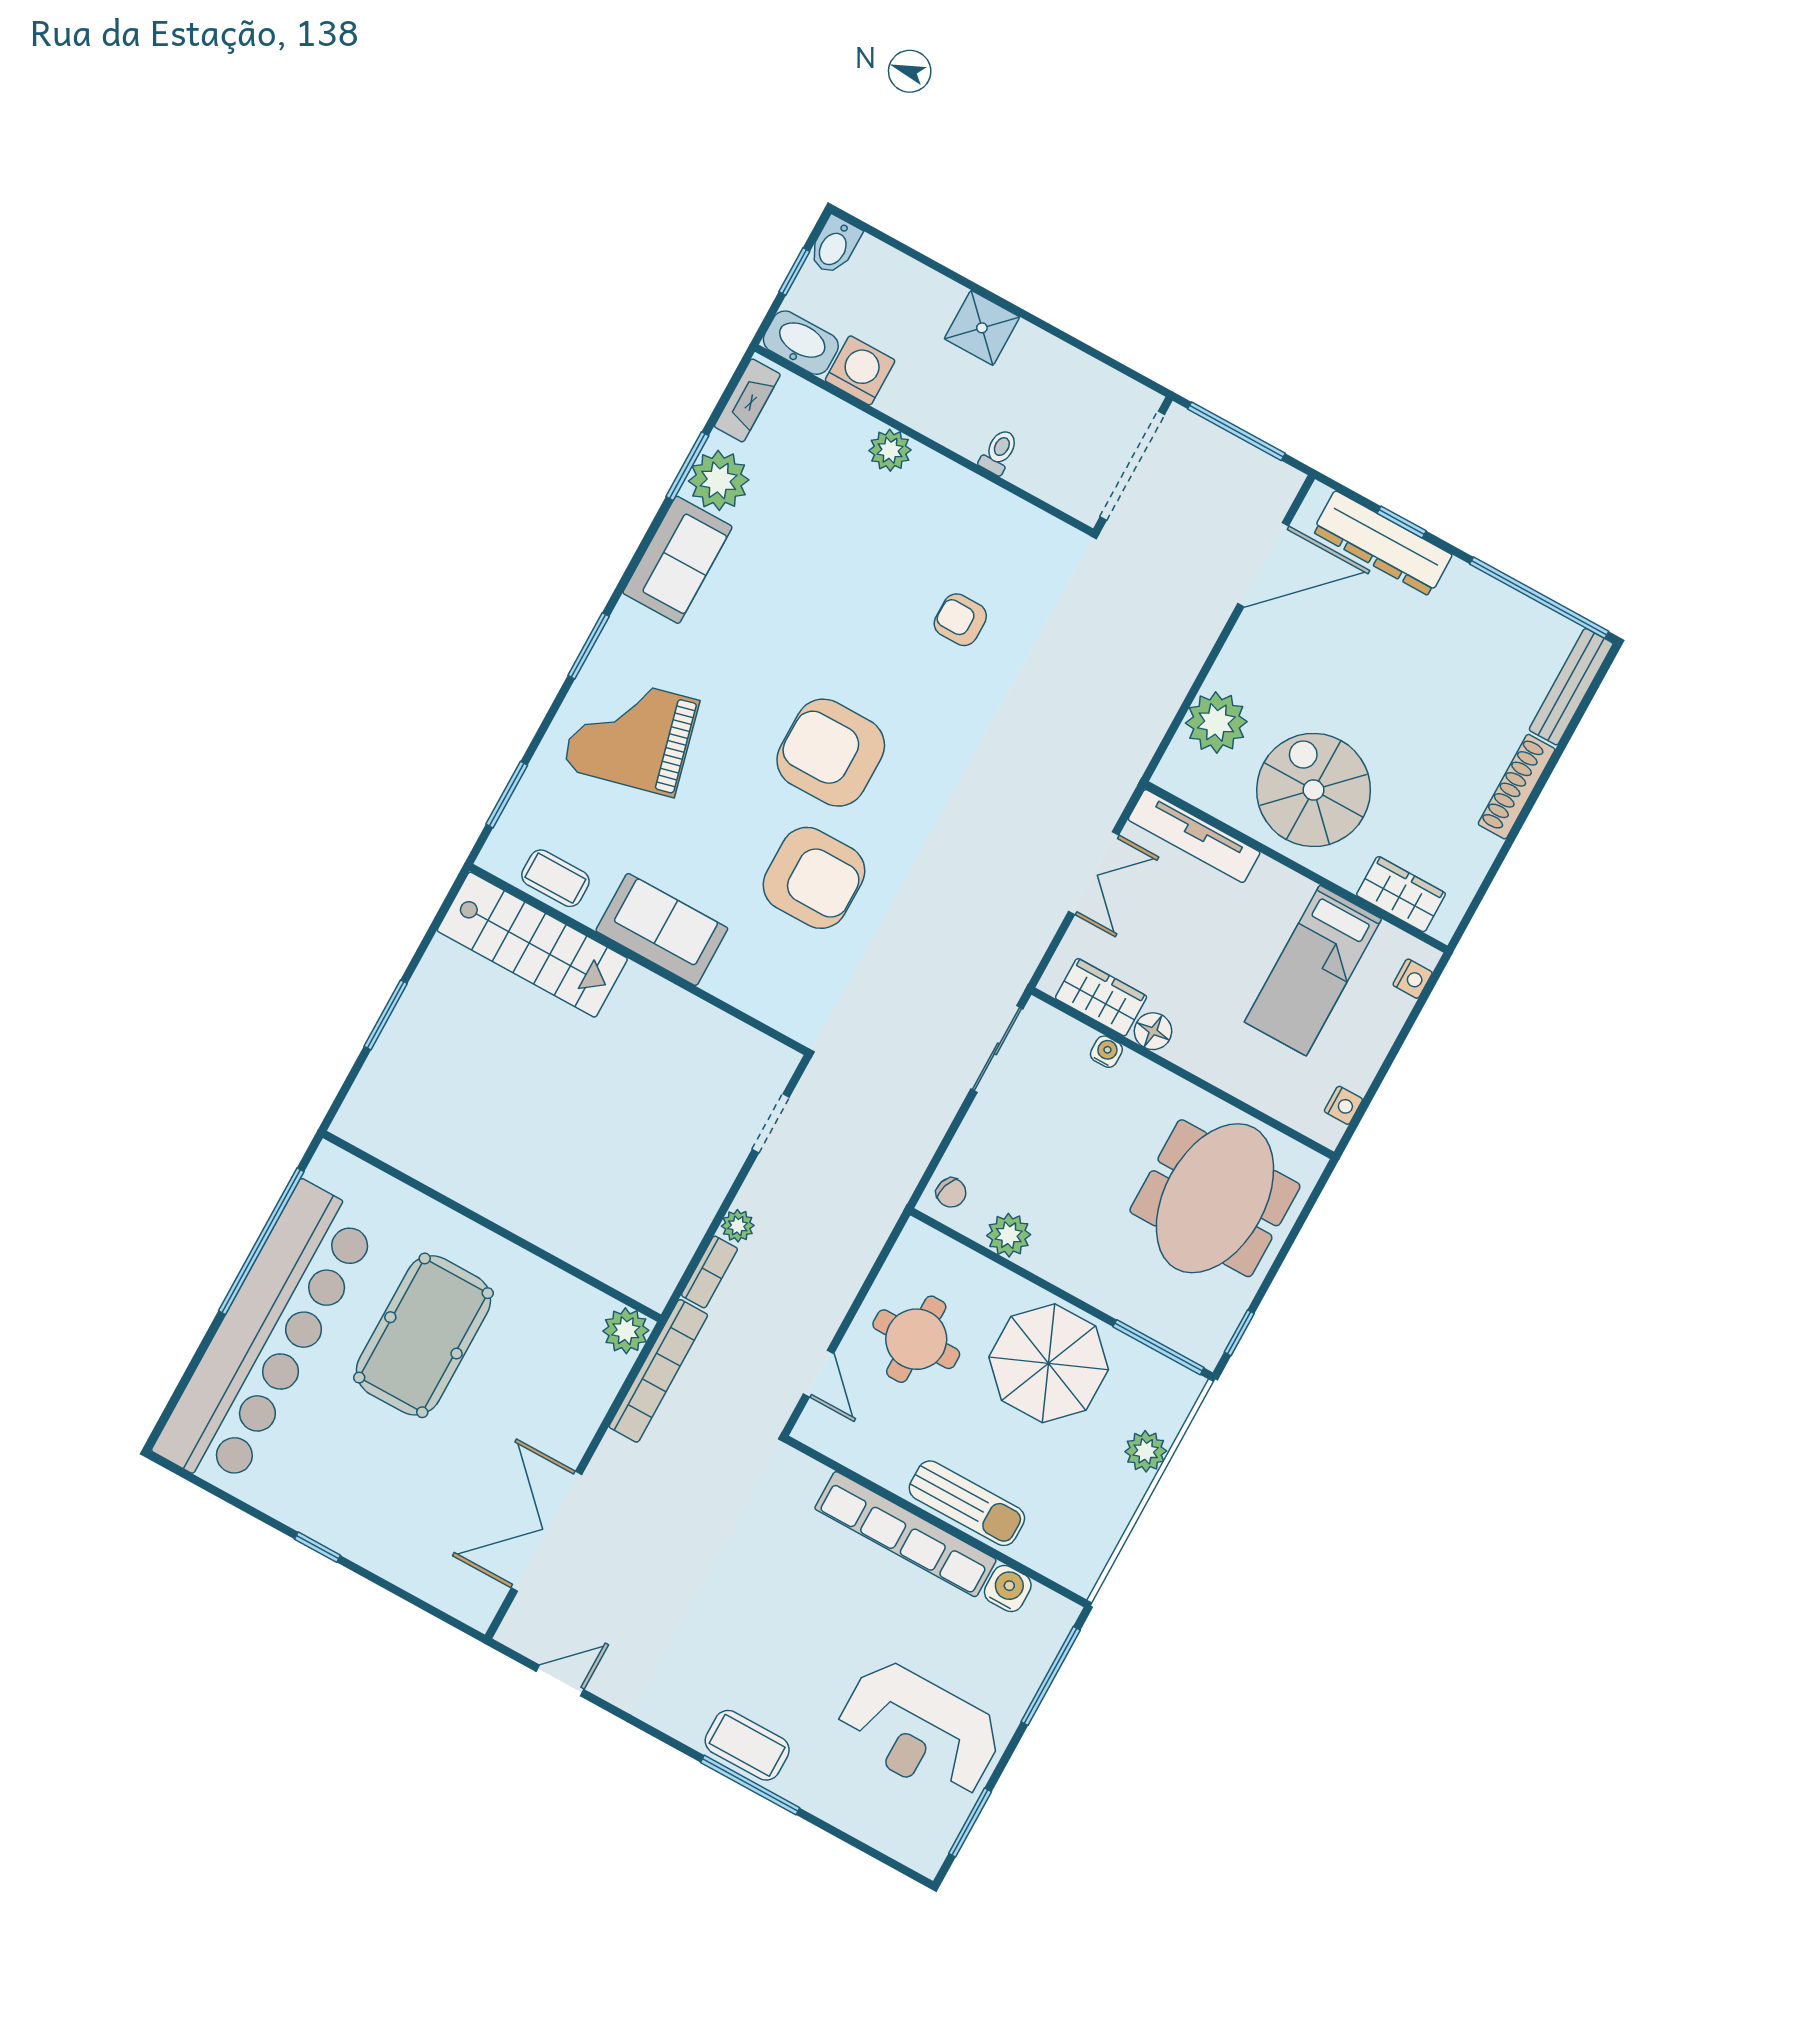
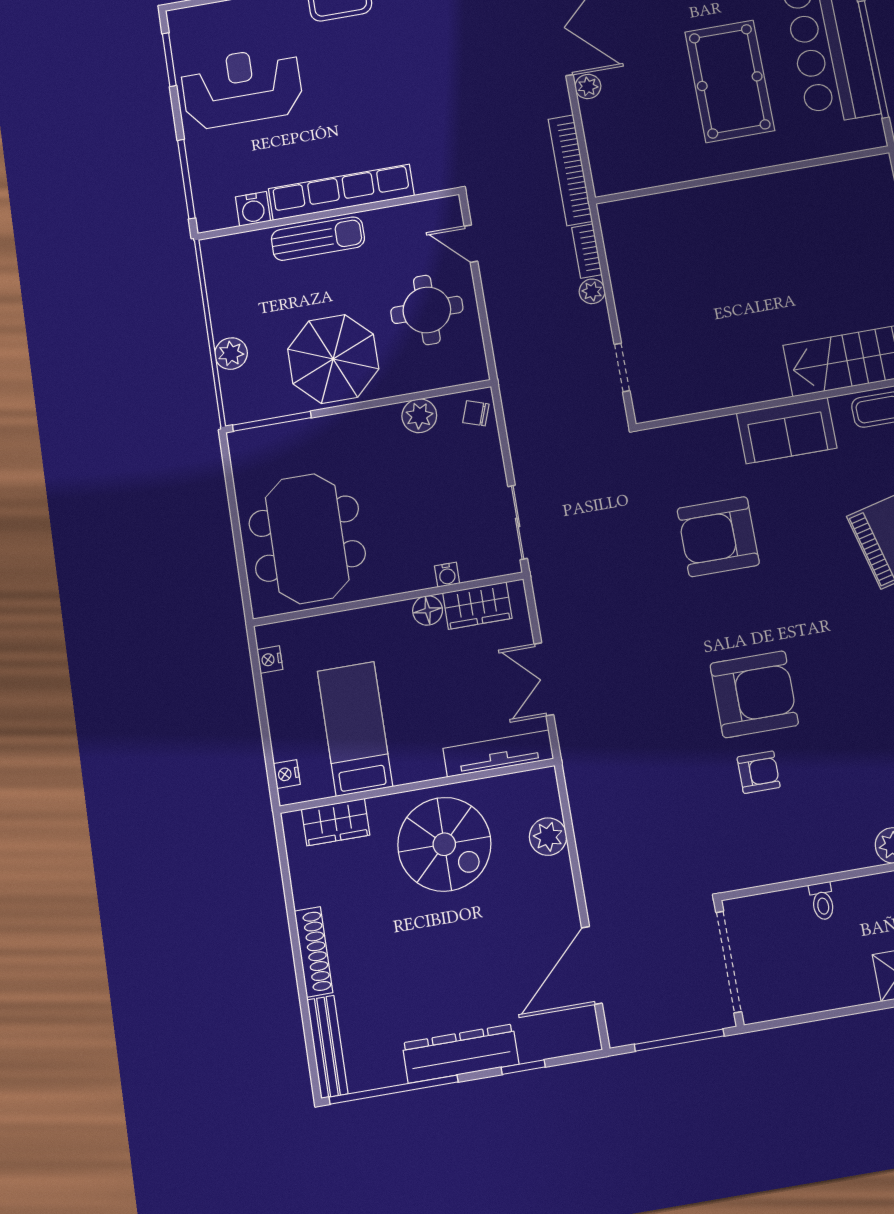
dresser: (1382, 543) -> (460, 1054), moved
plant: (1216, 722) -> (548, 837), width x0.73, depth x0.73
armchair: (831, 753) -> (754, 694), moved
plant: (626, 1331) -> (588, 86), moved, width x0.73, depth x0.73
window: (1239, 1333) -> (228, 469), removed
sun lounger: (967, 1503) -> (318, 239), turned 180

